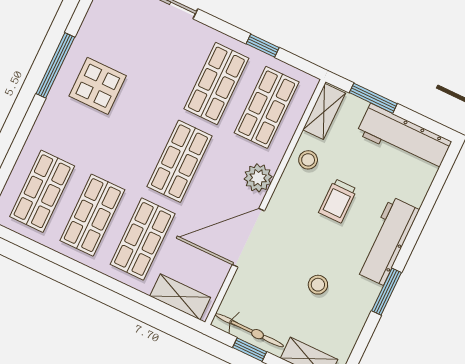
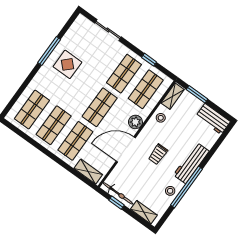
workbench: (404, 137) -> (213, 119), width x0.73
trolley: (338, 201) -> (158, 154), moved
stool: (318, 285) -> (170, 191), moved
window: (387, 292) -> (186, 187), width x2.11

